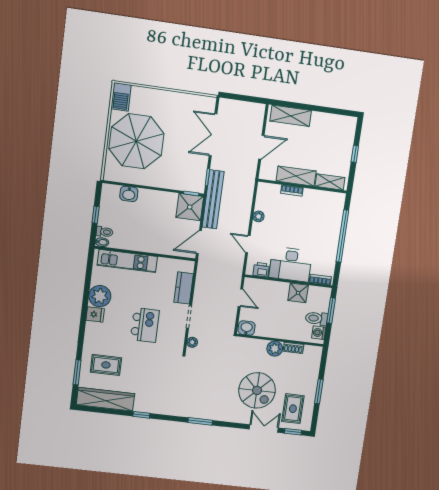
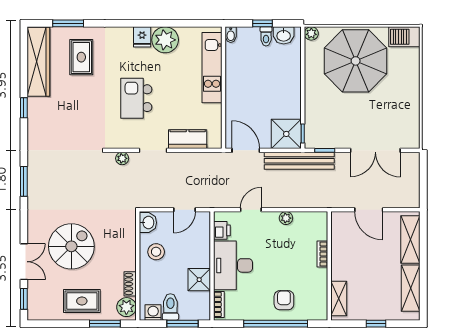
double door: (213, 135) -> (375, 150), swing flipped
plant: (109, 175) -> (311, 33), added
shelving: (296, 176) -> (411, 288), moved
washbasin: (129, 194) -> (284, 35), moved, turned -90
armchair: (325, 227) -> (284, 300), added
toilet: (105, 232) -> (266, 36), moved
stool: (271, 324) -> (156, 252), added
kitchen island: (145, 325) -> (136, 98), turned 90
plant: (275, 349) -> (126, 307), moved
spiral stairs: (257, 390) -> (71, 246), turned 180
window: (319, 391) -> (105, 324), moved
rug: (293, 409) -> (82, 301), moved

